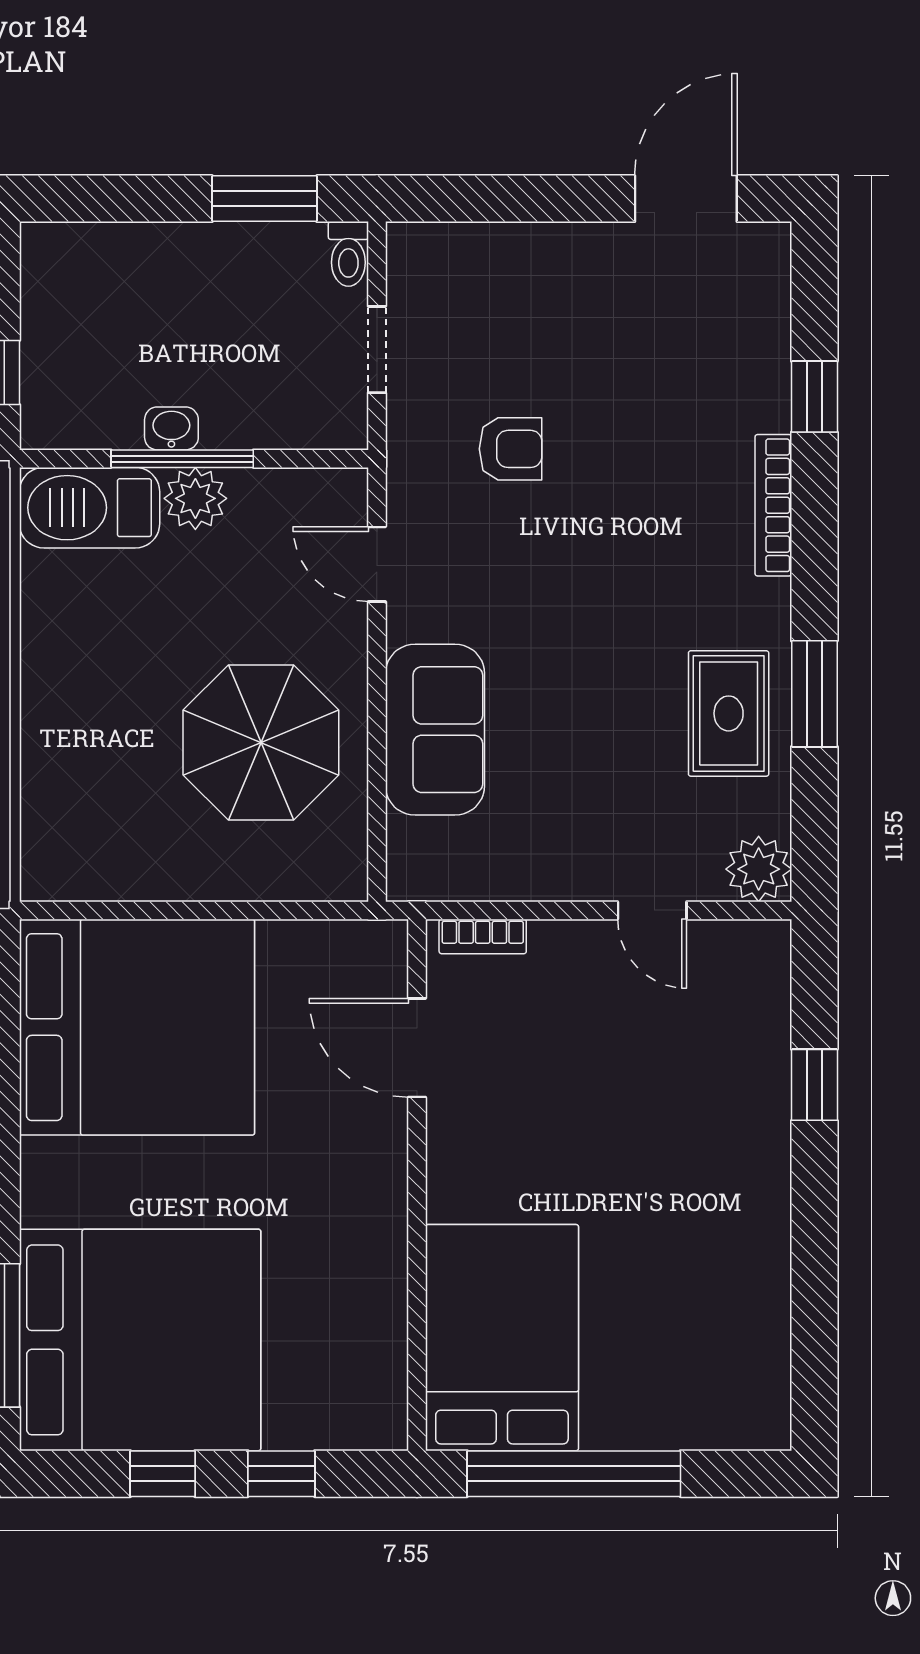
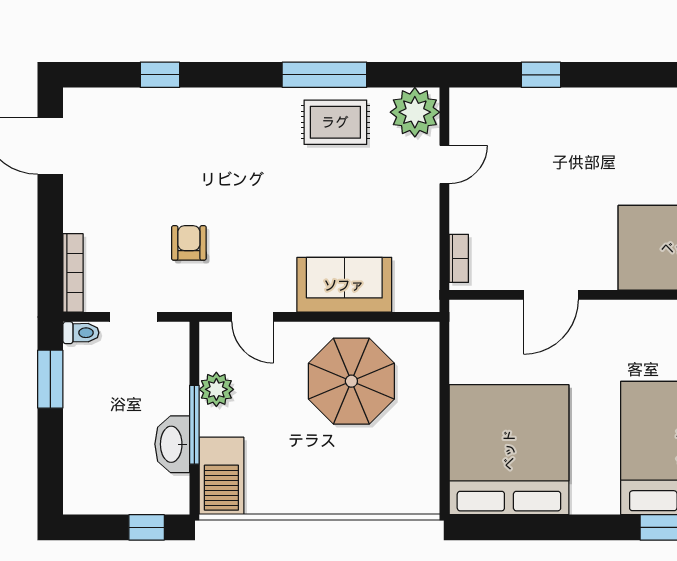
washbasin: (171, 428) -> (172, 444), width x1.91, depth x1.45
plant: (195, 498) -> (216, 389), moved
bookcase: (773, 505) -> (73, 273), moved, turned -90
door: (377, 564) -> (253, 317), hinge flipped
window: (814, 694) -> (324, 75), width x1.44
plant: (759, 869) -> (415, 112), width x1.36, depth x1.36
door: (417, 1048) -> (551, 295), moved

